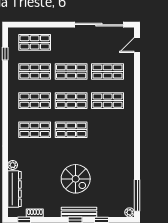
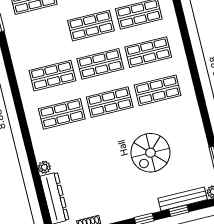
shop shelf: (35, 71) -> (158, 90), moved
spiral stairs: (76, 179) -> (150, 153), moved, turned 90
bench: (79, 212) -> (183, 199), moved

